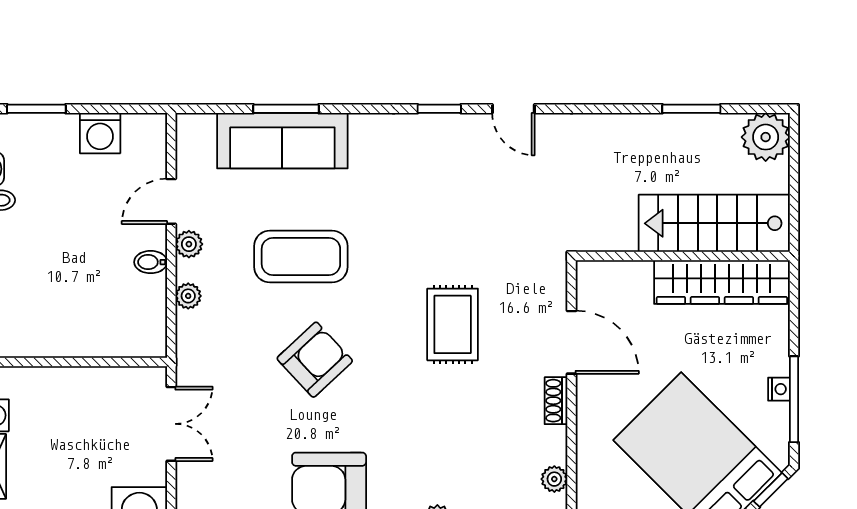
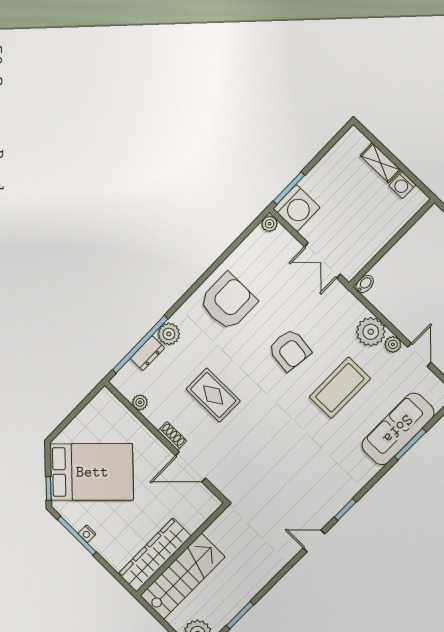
bidet: (151, 262) -> (365, 284), moved
plant: (188, 296) -> (371, 332), width x1.88, depth x1.88
rug: (453, 324) -> (213, 395), moved
armchair: (315, 360) -> (290, 350), turned -40

